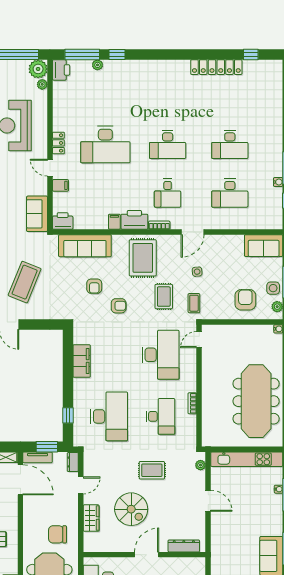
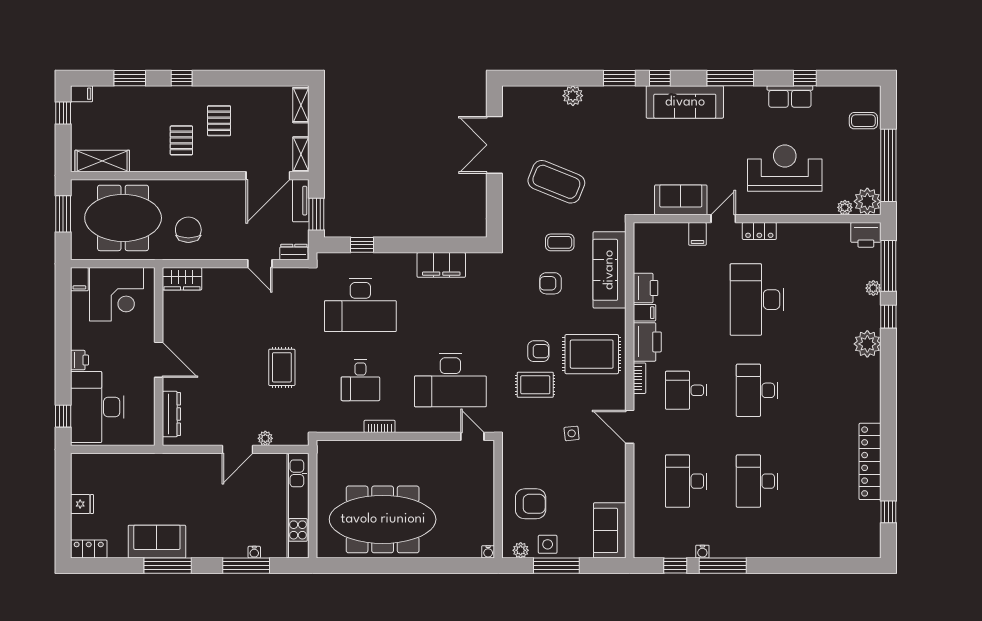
plant: (136, 69) -> (867, 344), added
sofa: (37, 214) -> (681, 200), moved
printer: (63, 221) -> (646, 288), moved
coffee table: (194, 303) -> (560, 242), moved
armchair: (119, 306) -> (538, 351), moved, turned -90
desk: (161, 416) -> (360, 380), width x0.73
plant: (200, 465) -> (265, 438), moved
spiral stairs: (131, 509) -> (225, 337), removed
wardrobe: (91, 518) -> (182, 279), moved

